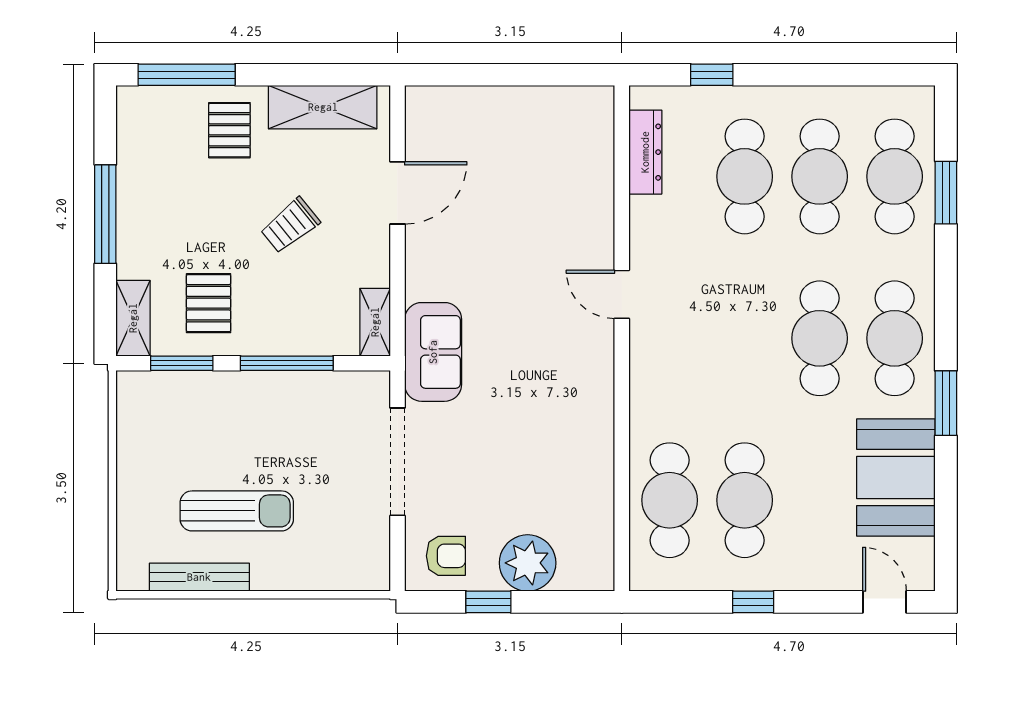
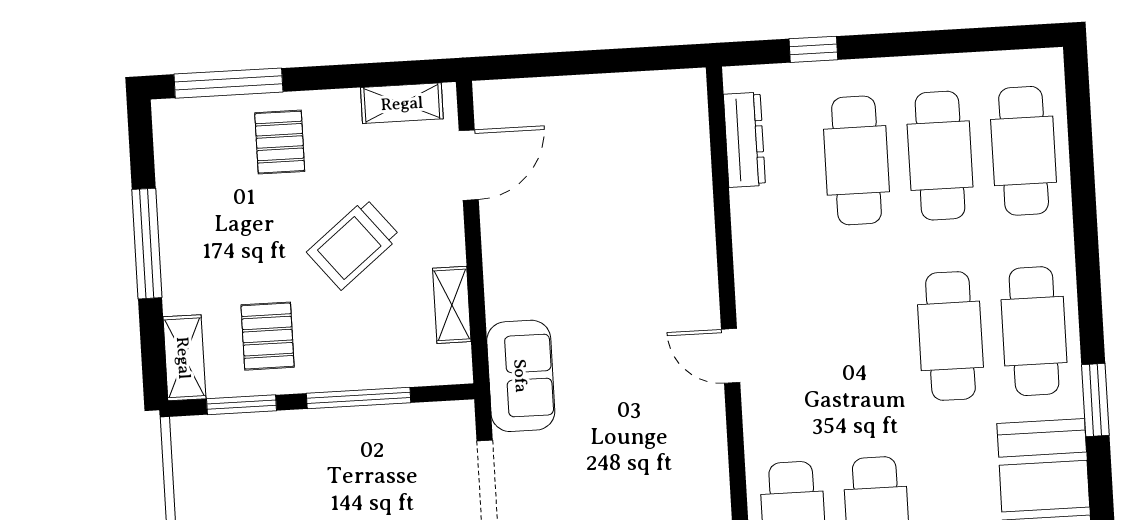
shelving: (323, 107) -> (402, 103), width x0.67, depth x0.75
door: (397, 193) -> (469, 165), moved
window: (946, 193) -> (1082, 165), removed
trolley: (290, 225) -> (353, 244), width x1.36, depth x1.39
door: (622, 294) -> (731, 356), moved
shelving: (375, 322) -> (452, 305), moved

